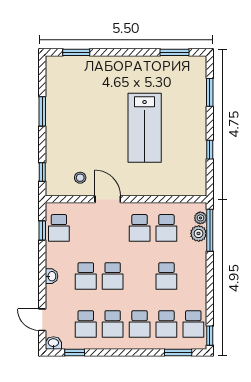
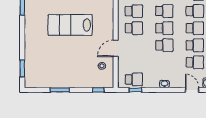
lab bench: (145, 128) -> (70, 25), turned 180
school desk: (86, 276) -> (164, 28), moved
door: (42, 320) -> (192, 90), swing flipped

